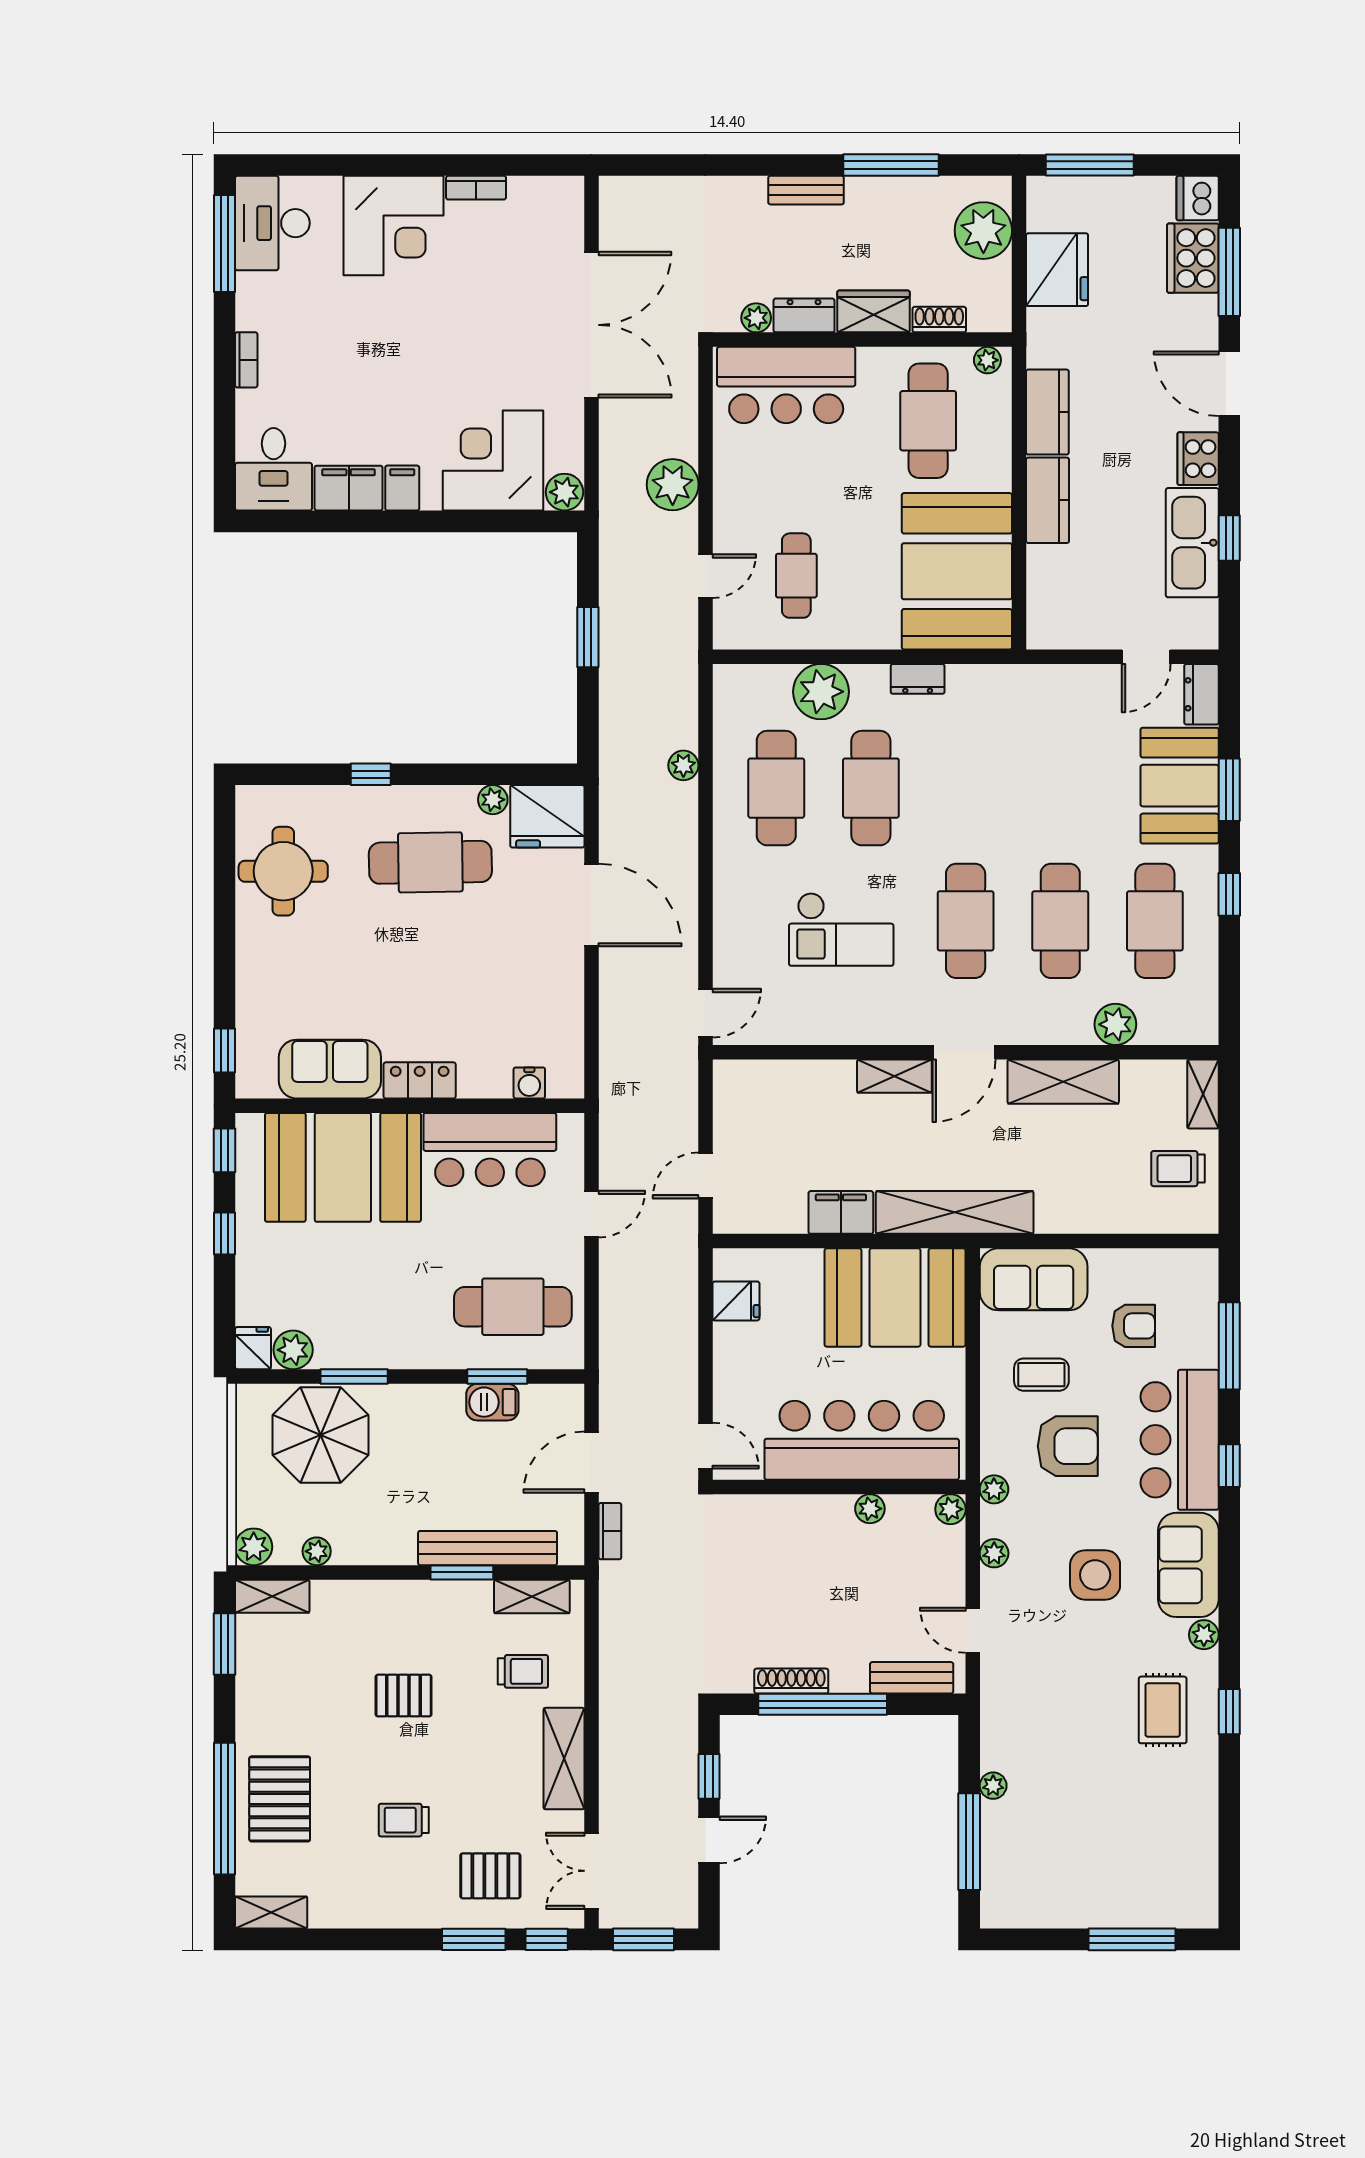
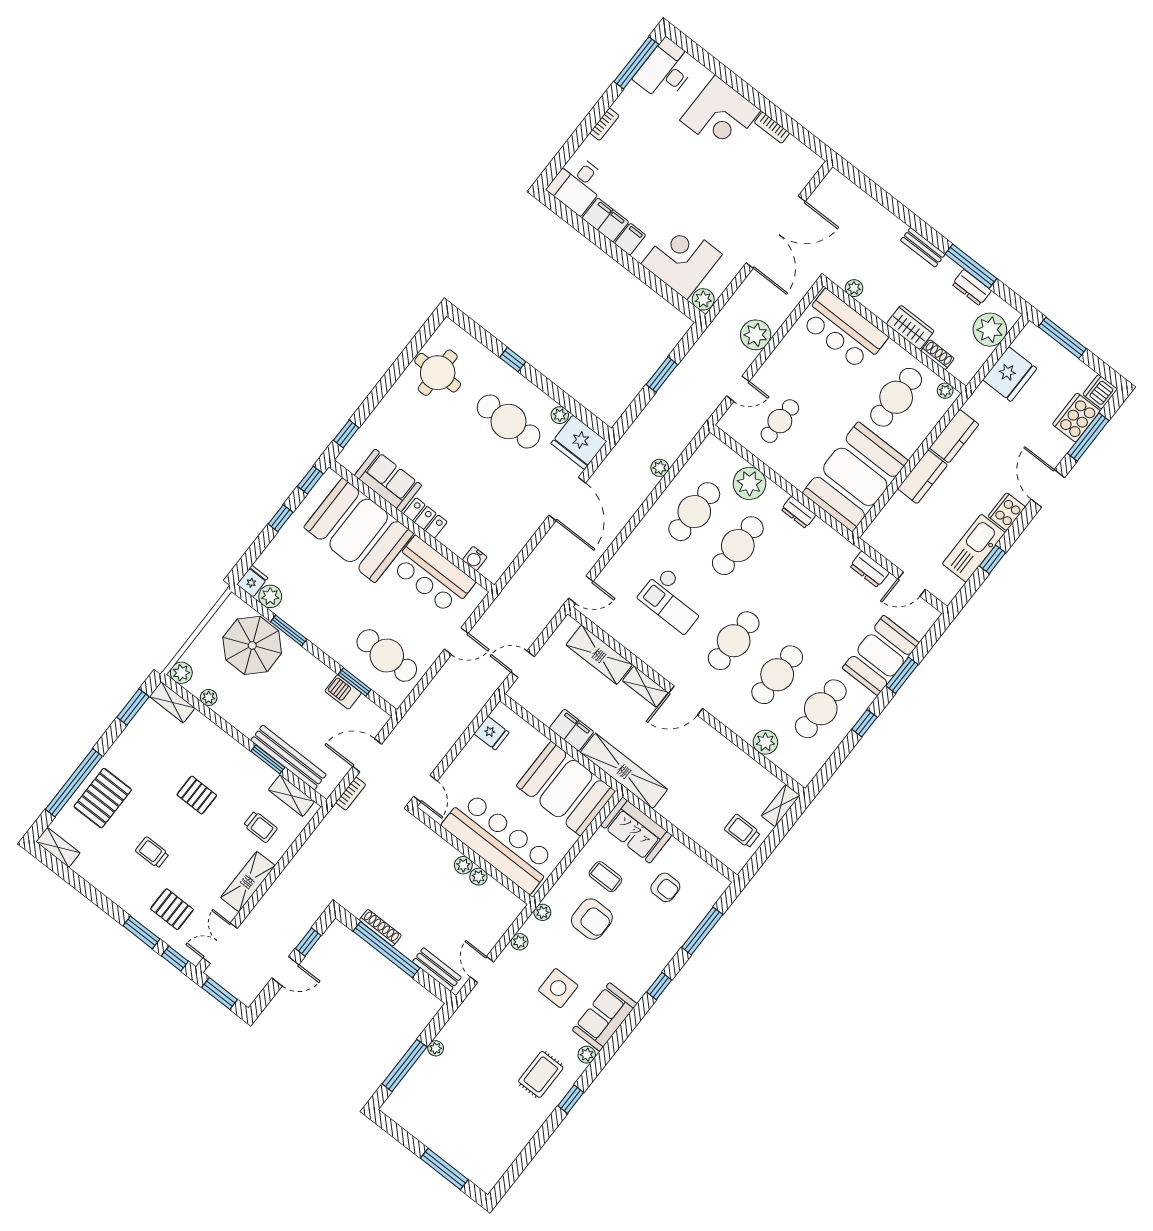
dresser: (804, 315) -> (972, 287), moved, turned 180
dresser: (1201, 694) -> (870, 569), moved, turned -90
shelving: (1063, 1082) -> (599, 655), moved
bar counter: (1180, 1440) -> (646, 956), removed
plant: (950, 1509) -> (463, 865), moved

